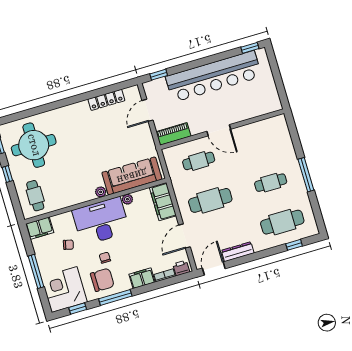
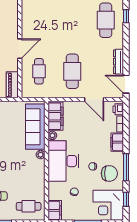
cafe table: (271, 183) -> (72, 20), removed
filing cabinet: (163, 202) -> (55, 116), moved, turned -90
chair: (102, 280) -> (109, 173), turned 90

